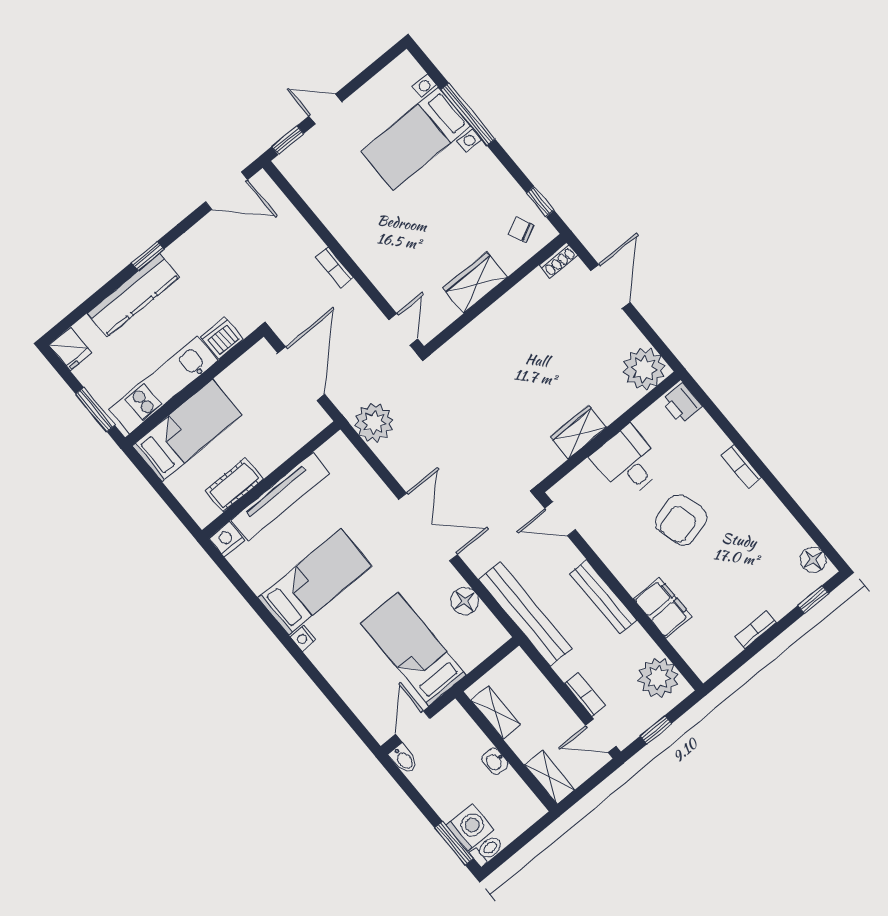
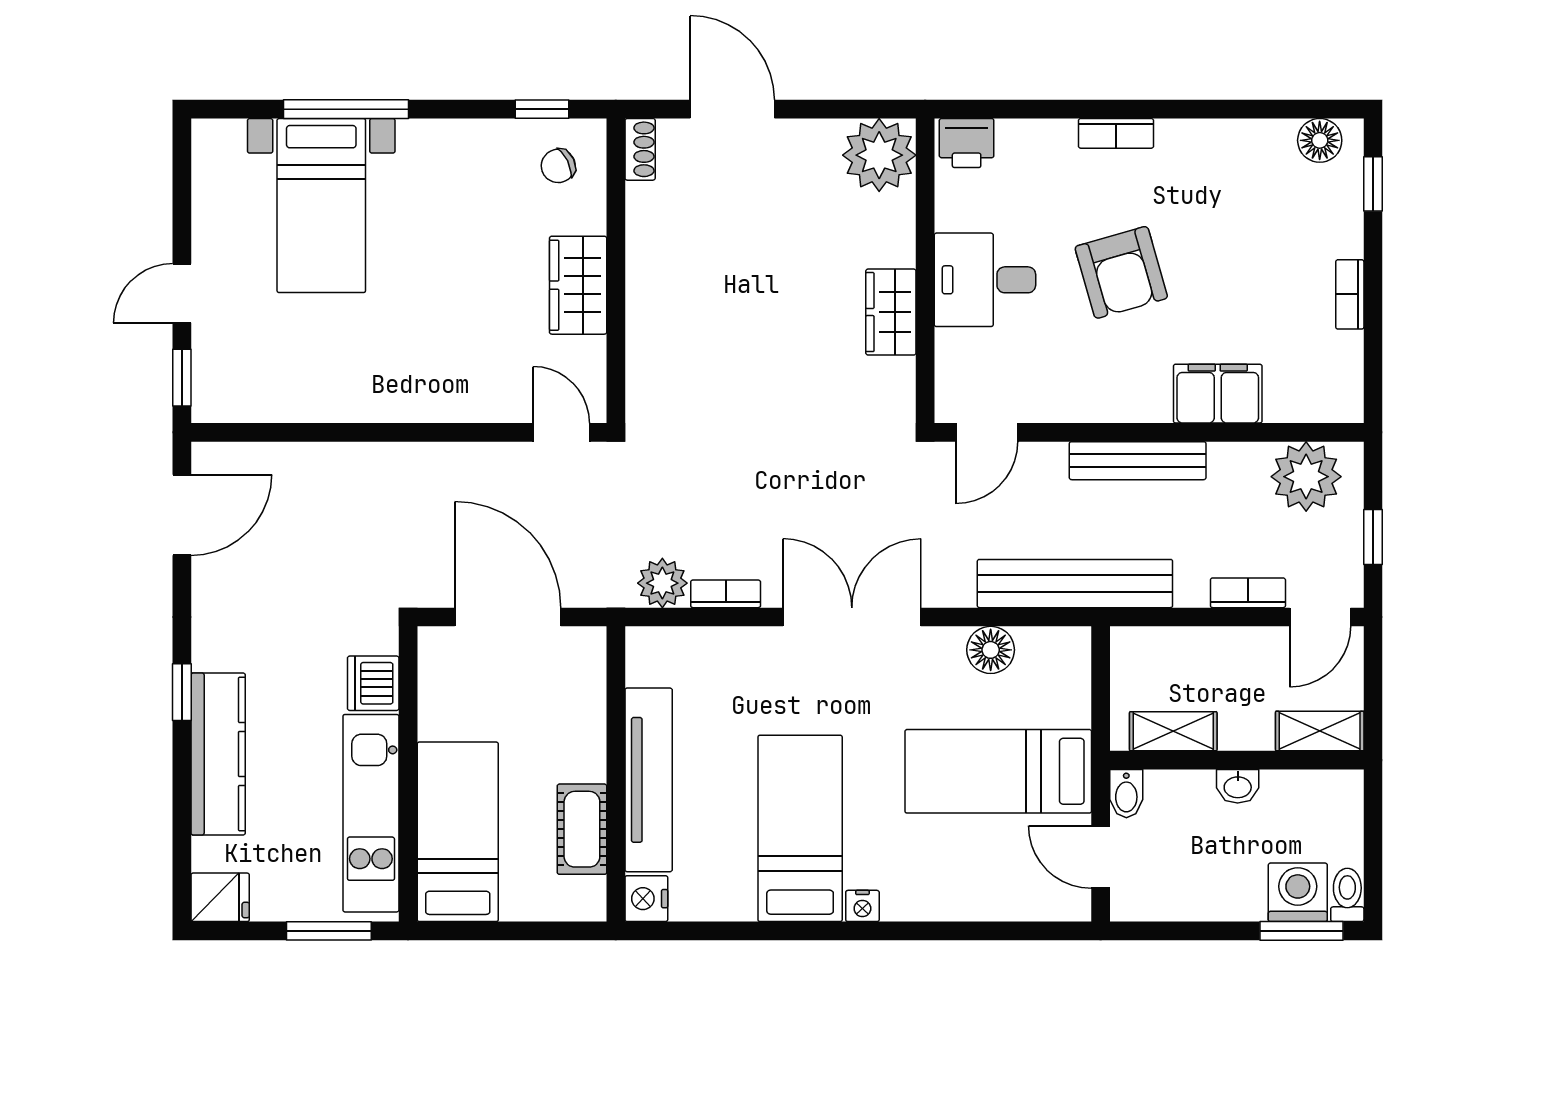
bookcase: (335, 267) -> (726, 594), moved, turned 180
plant: (374, 423) -> (662, 583), width x0.73, depth x0.73
bidet: (404, 759) -> (1126, 794), moved, turned 90

